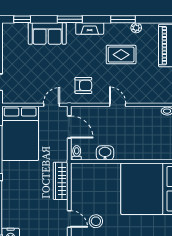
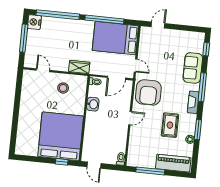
window: (70, 19) -> (202, 87), width x1.44
armchair: (83, 85) -> (148, 92), width x1.88, depth x1.88
wardrobe: (61, 181) -> (79, 67), width x0.67
door: (69, 219) -> (43, 70), swing flipped
stool: (96, 221) -> (63, 88), moved

